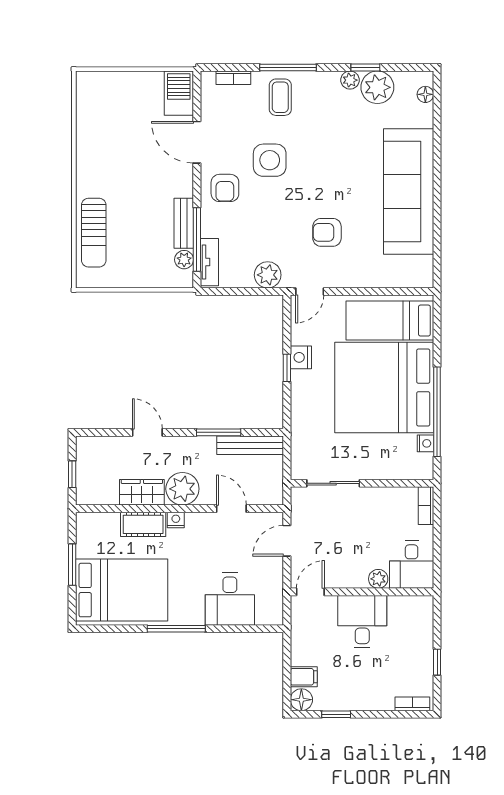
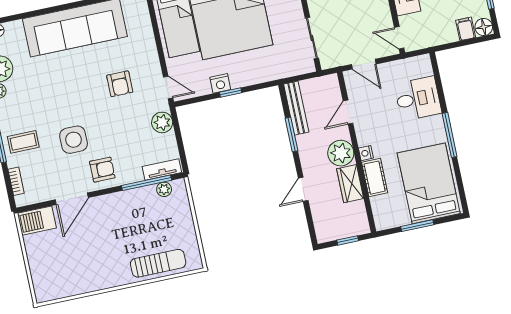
bench: (184, 223) -> (136, 196), removed

